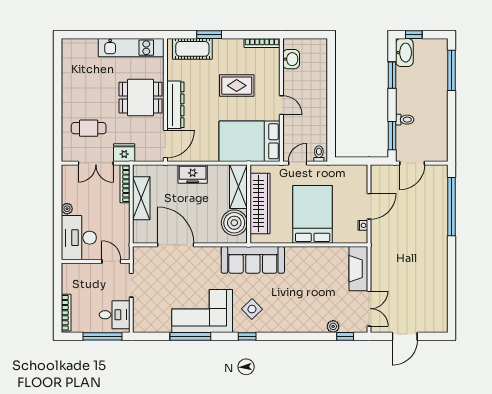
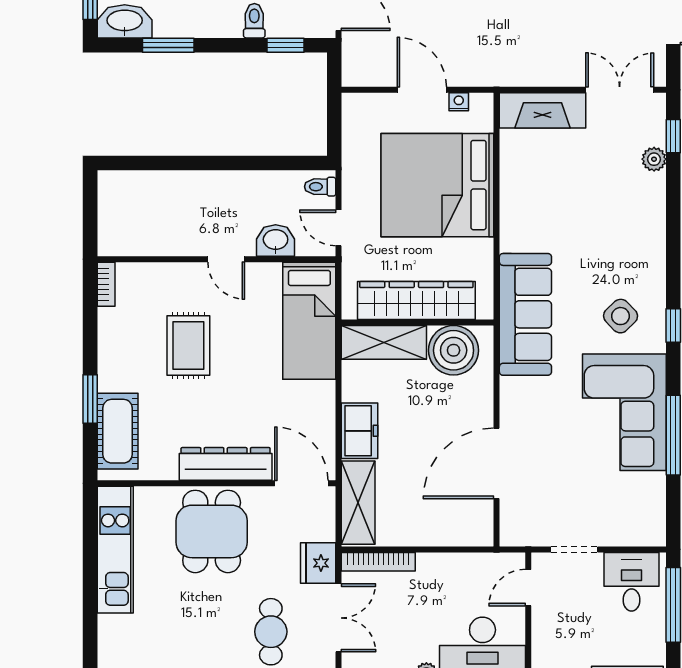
bookcase: (262, 43) -> (106, 284), width x0.64
washbasin: (291, 59) -> (276, 240), moved
door: (281, 105) -> (226, 259), swing flipped
window: (392, 136) -> (285, 45), width x0.67
bed: (250, 141) -> (309, 321), width x0.67
shelving: (141, 198) -> (358, 503), moved, turned 90
bed: (313, 214) -> (437, 185), width x1.36

